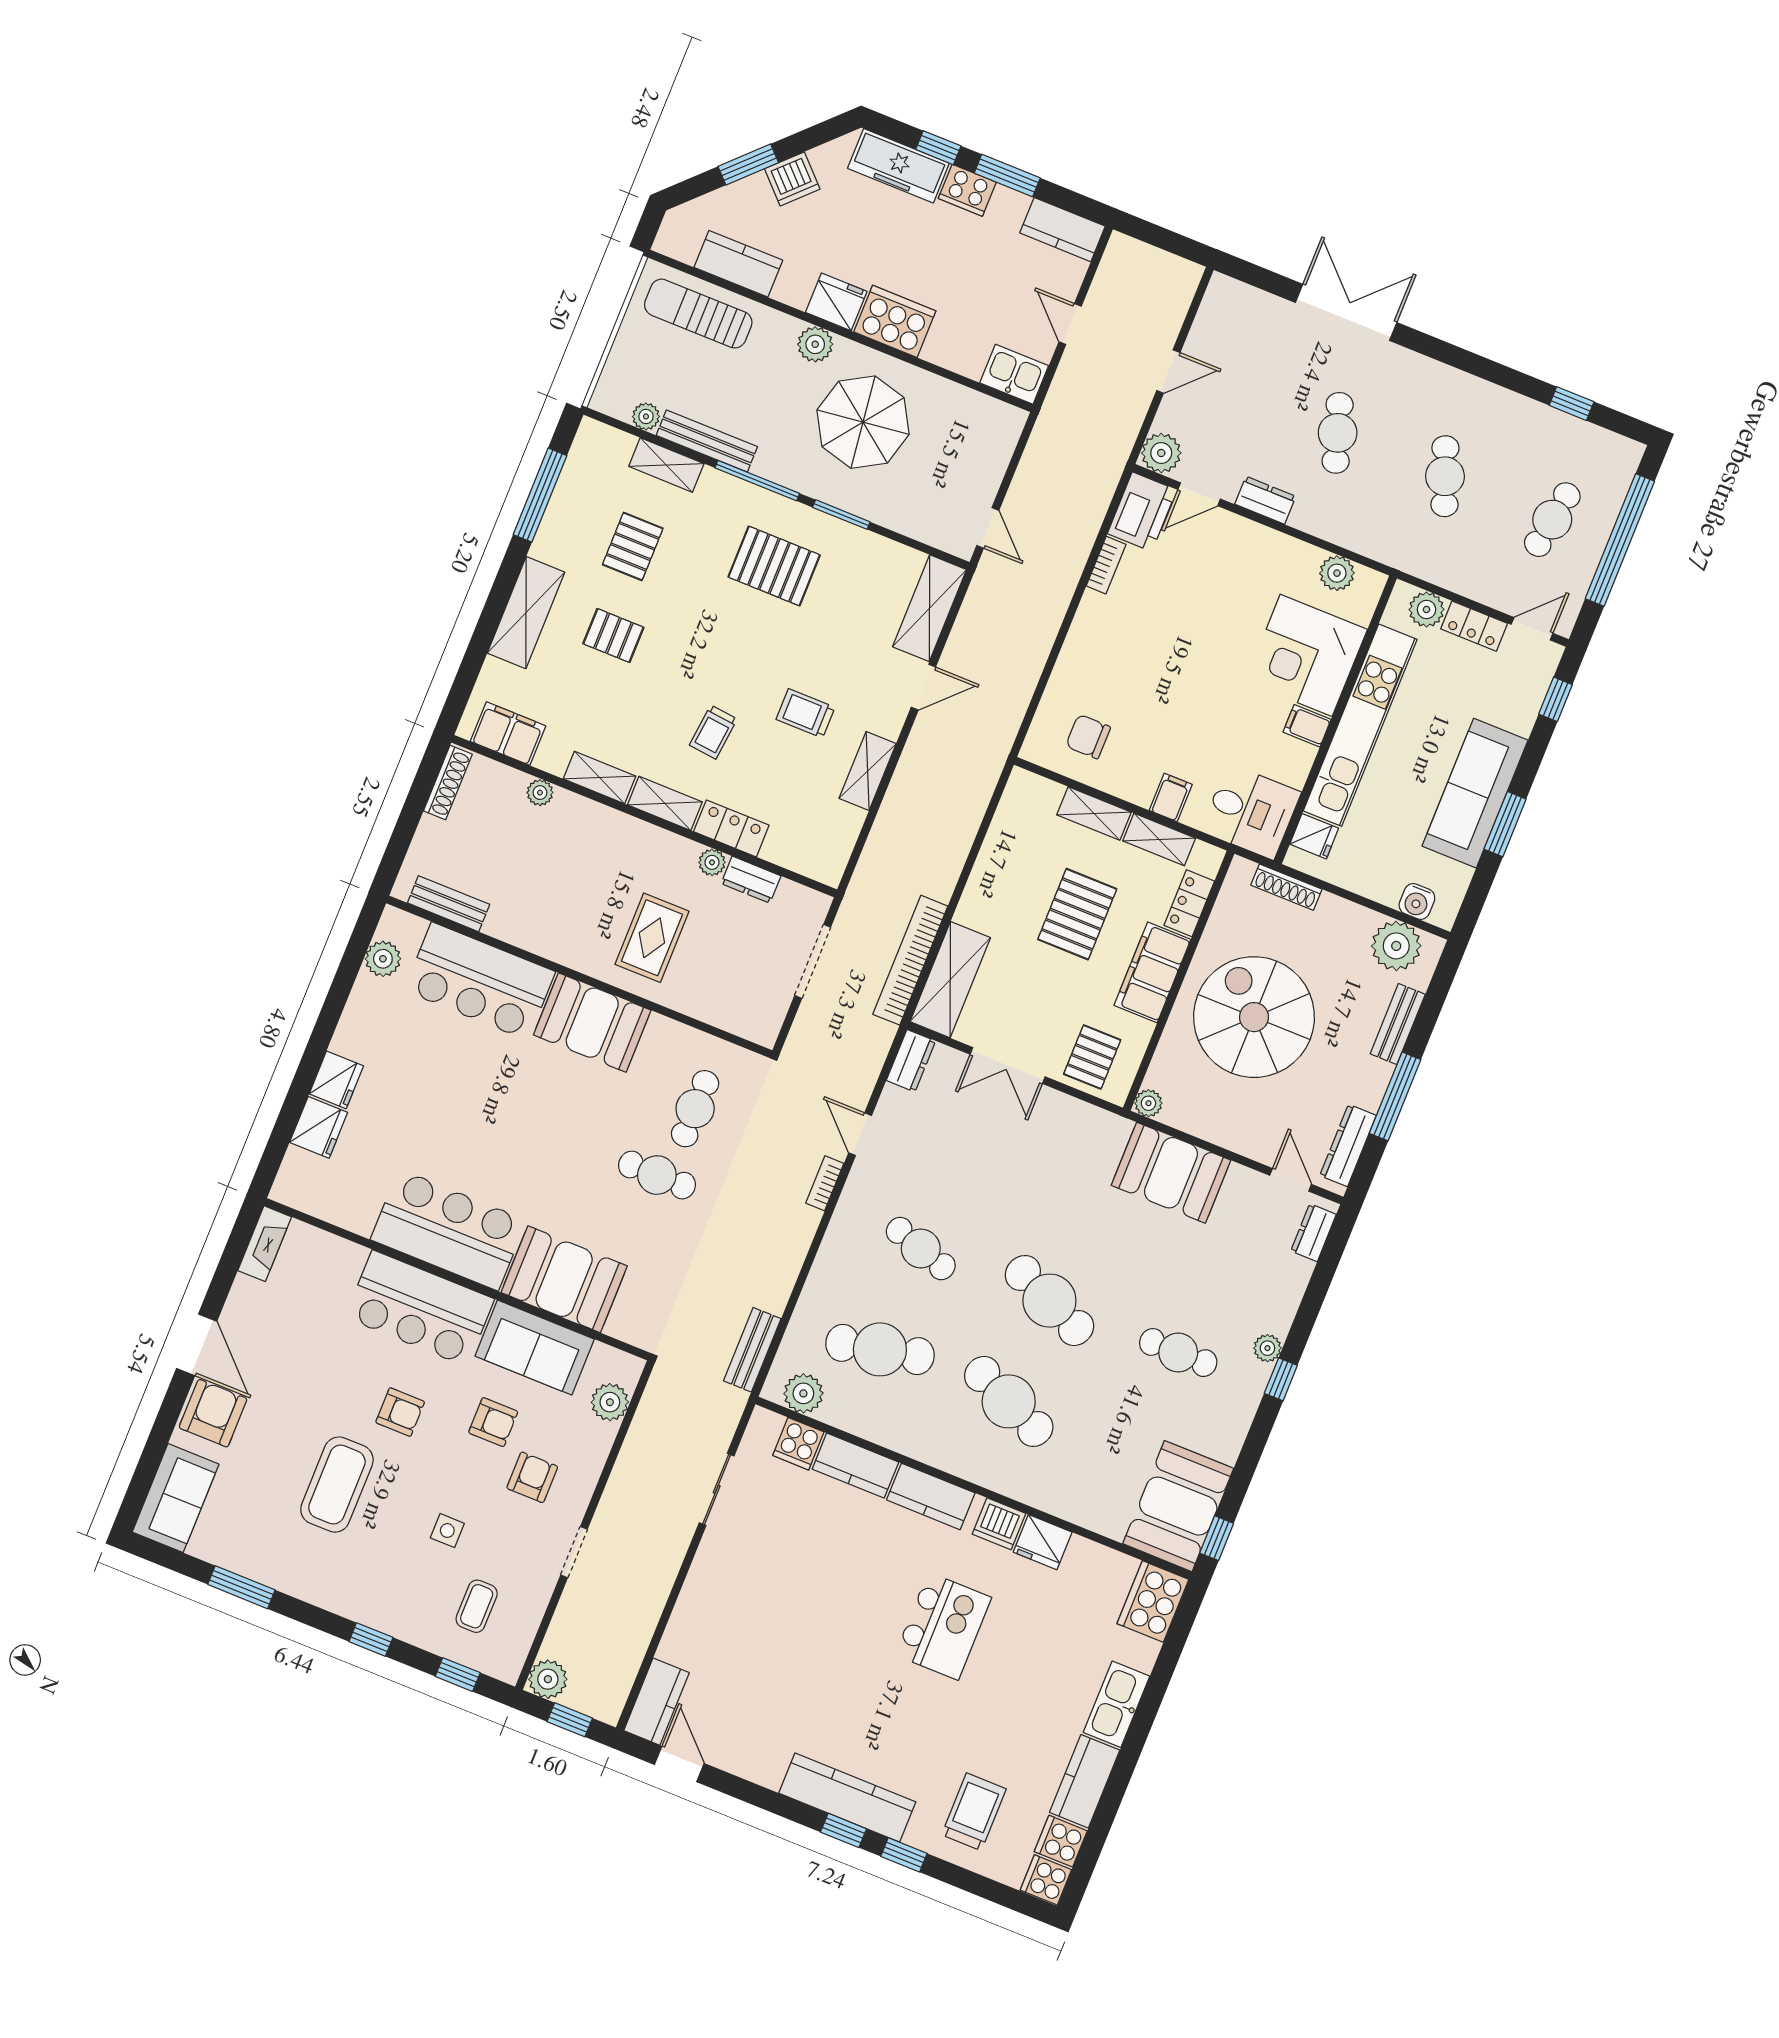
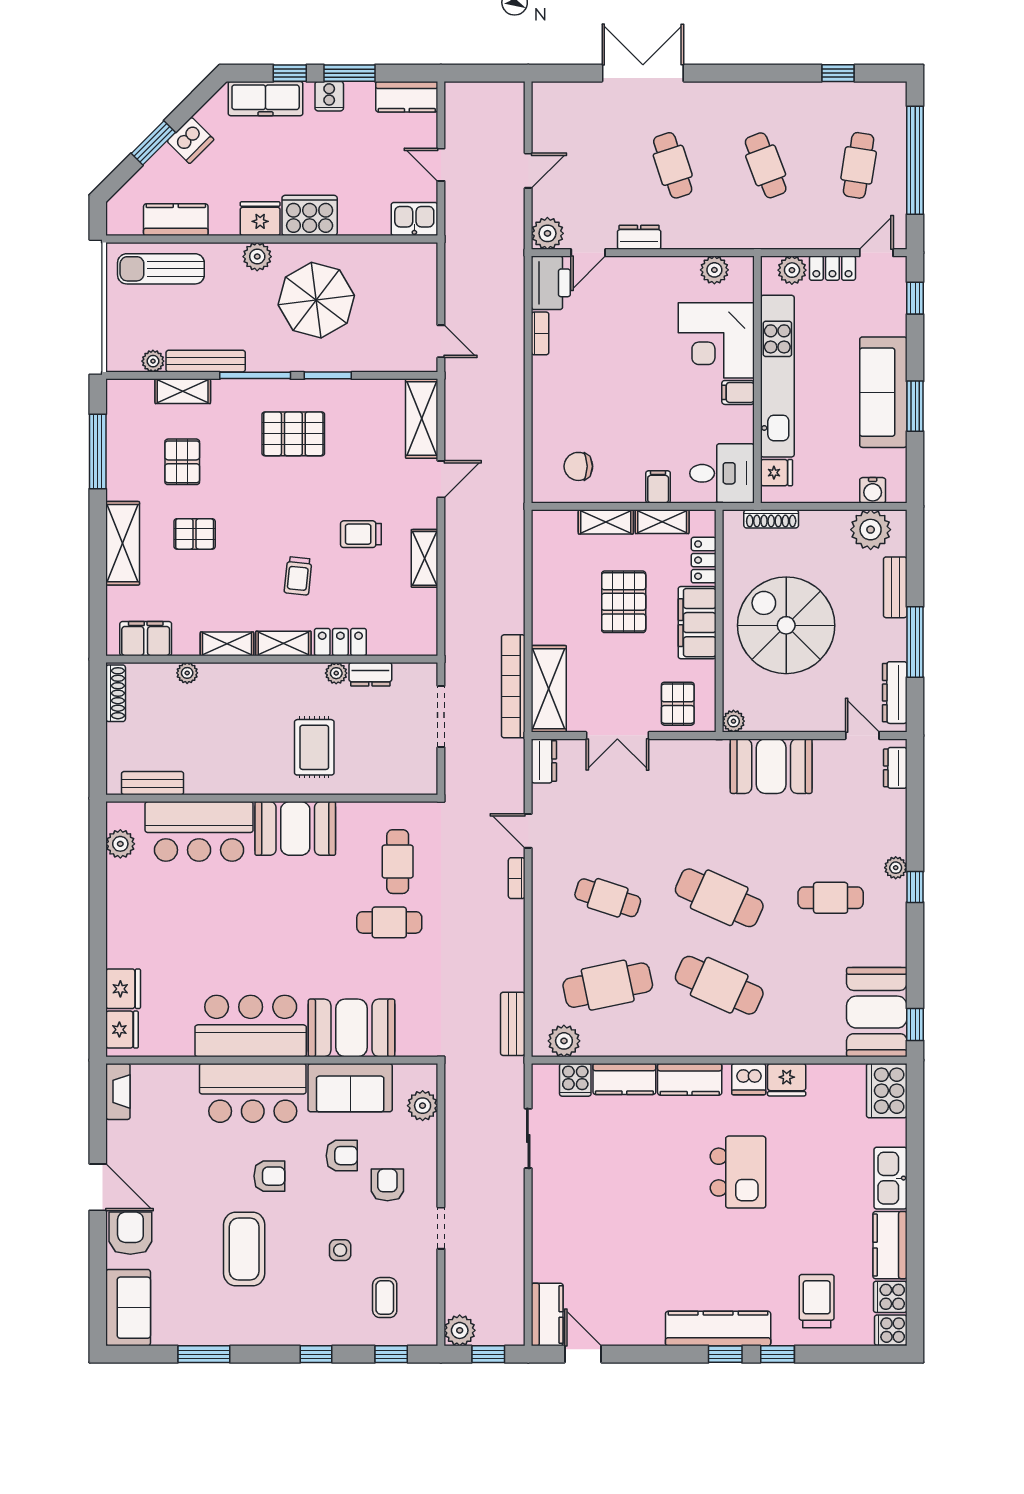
cooker: (967, 190) -> (329, 96), width x0.73
fridge: (336, 1080) -> (122, 1030), moved

